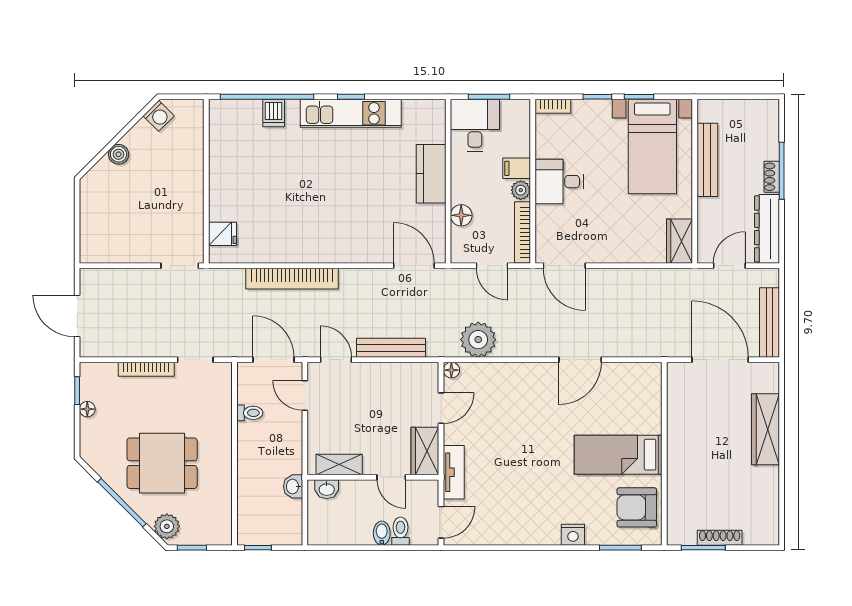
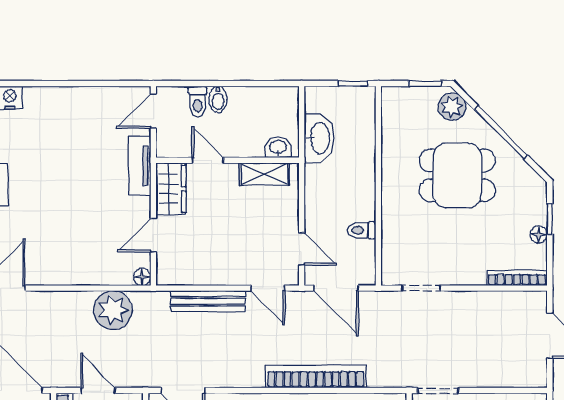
bookcase: (146, 369) -> (517, 278), moved
window: (77, 391) -> (550, 219), moved
washbasin: (293, 486) -> (319, 138), width x1.91, depth x1.45

